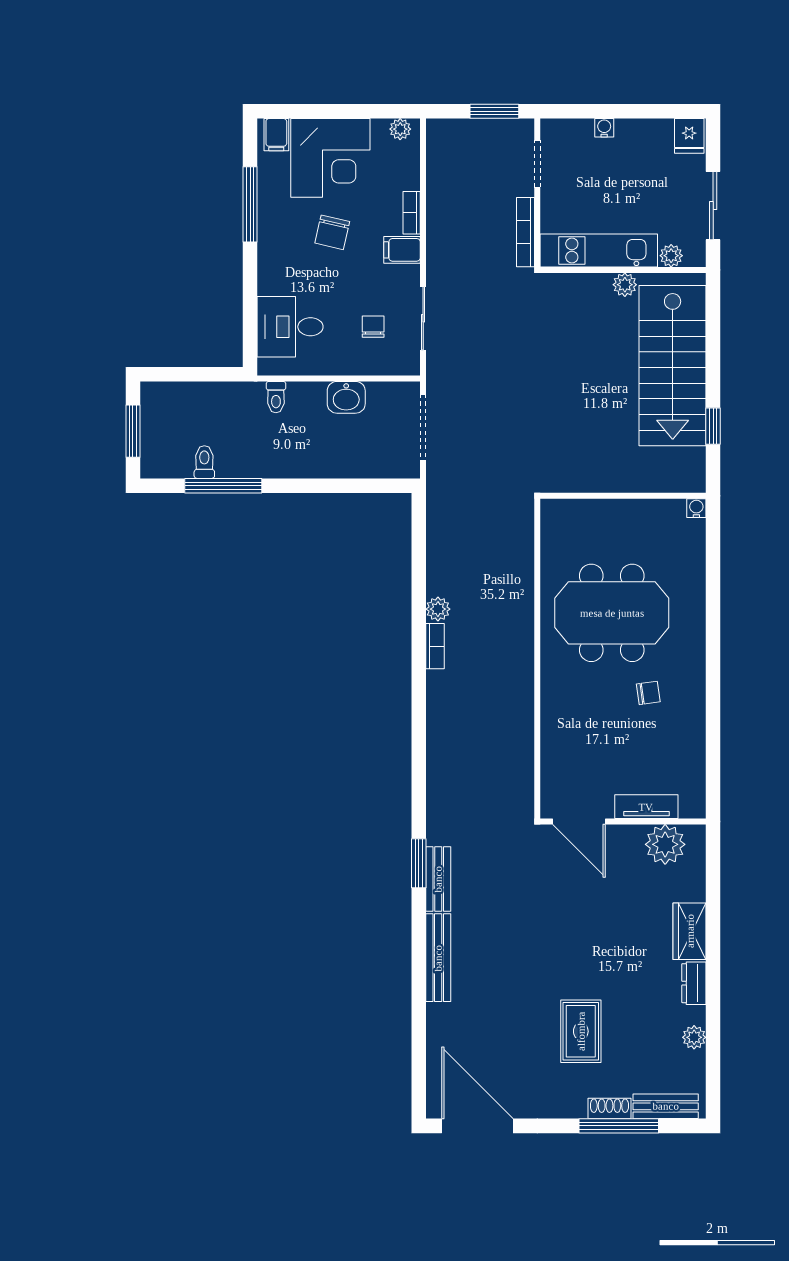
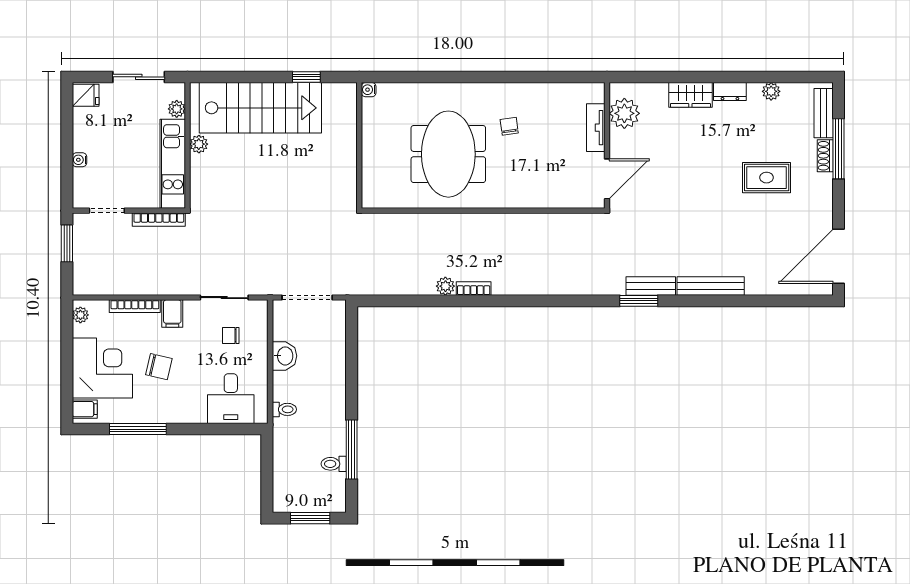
bookcase: (412, 213) -> (135, 306), width x1.56

